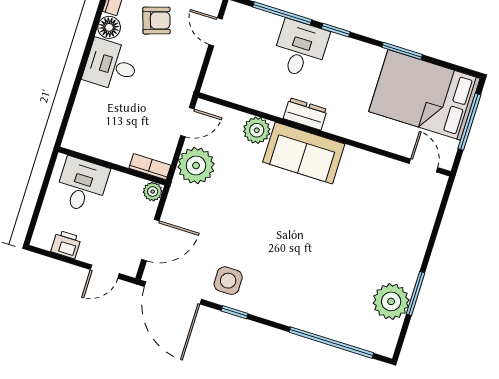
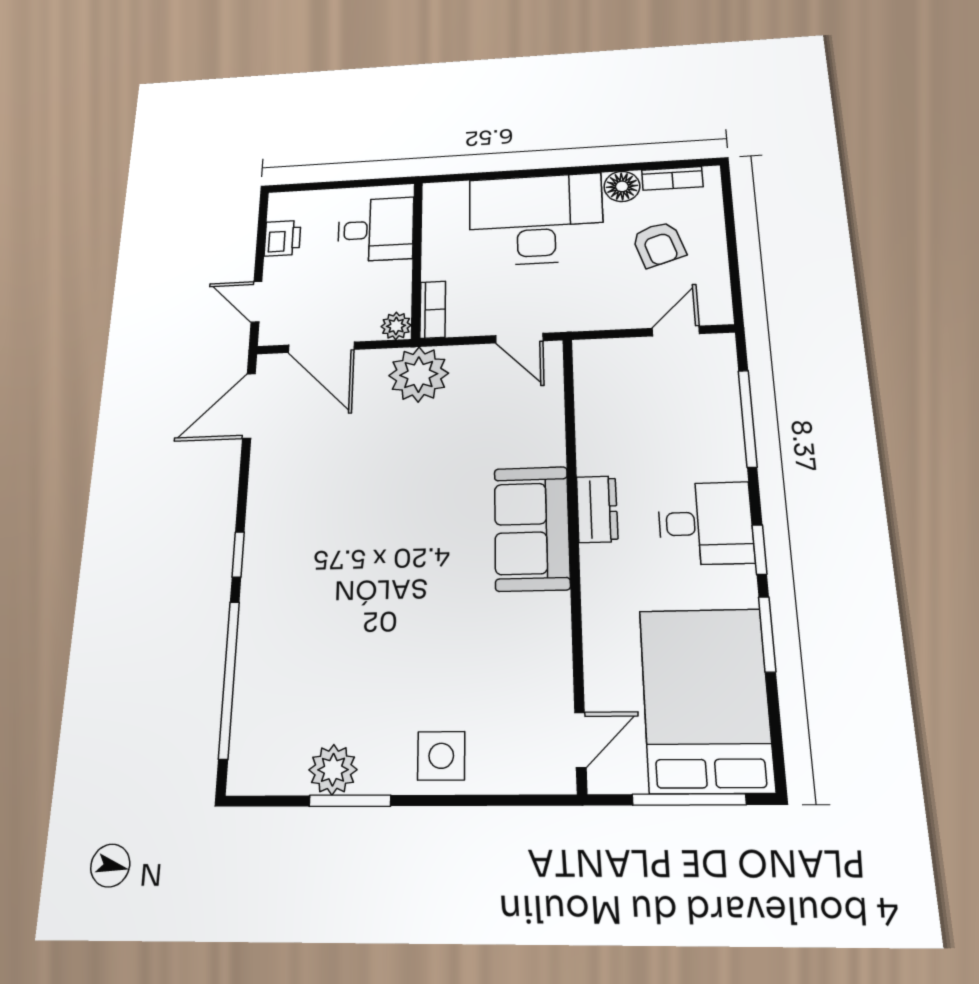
window: (336, 30) -> (759, 550), moved
desk: (300, 49) -> (705, 523), moved
desk: (111, 65) -> (536, 219), width x1.87, depth x1.30
plant: (257, 130) -> (543, 443), removed
plant: (196, 166) -> (419, 374), moved
side table: (228, 281) -> (441, 756), moved
door: (173, 293) -> (249, 406), width x0.73
plant: (391, 301) -> (333, 770), width x0.73, depth x0.73
window: (235, 312) -> (238, 554), moved

